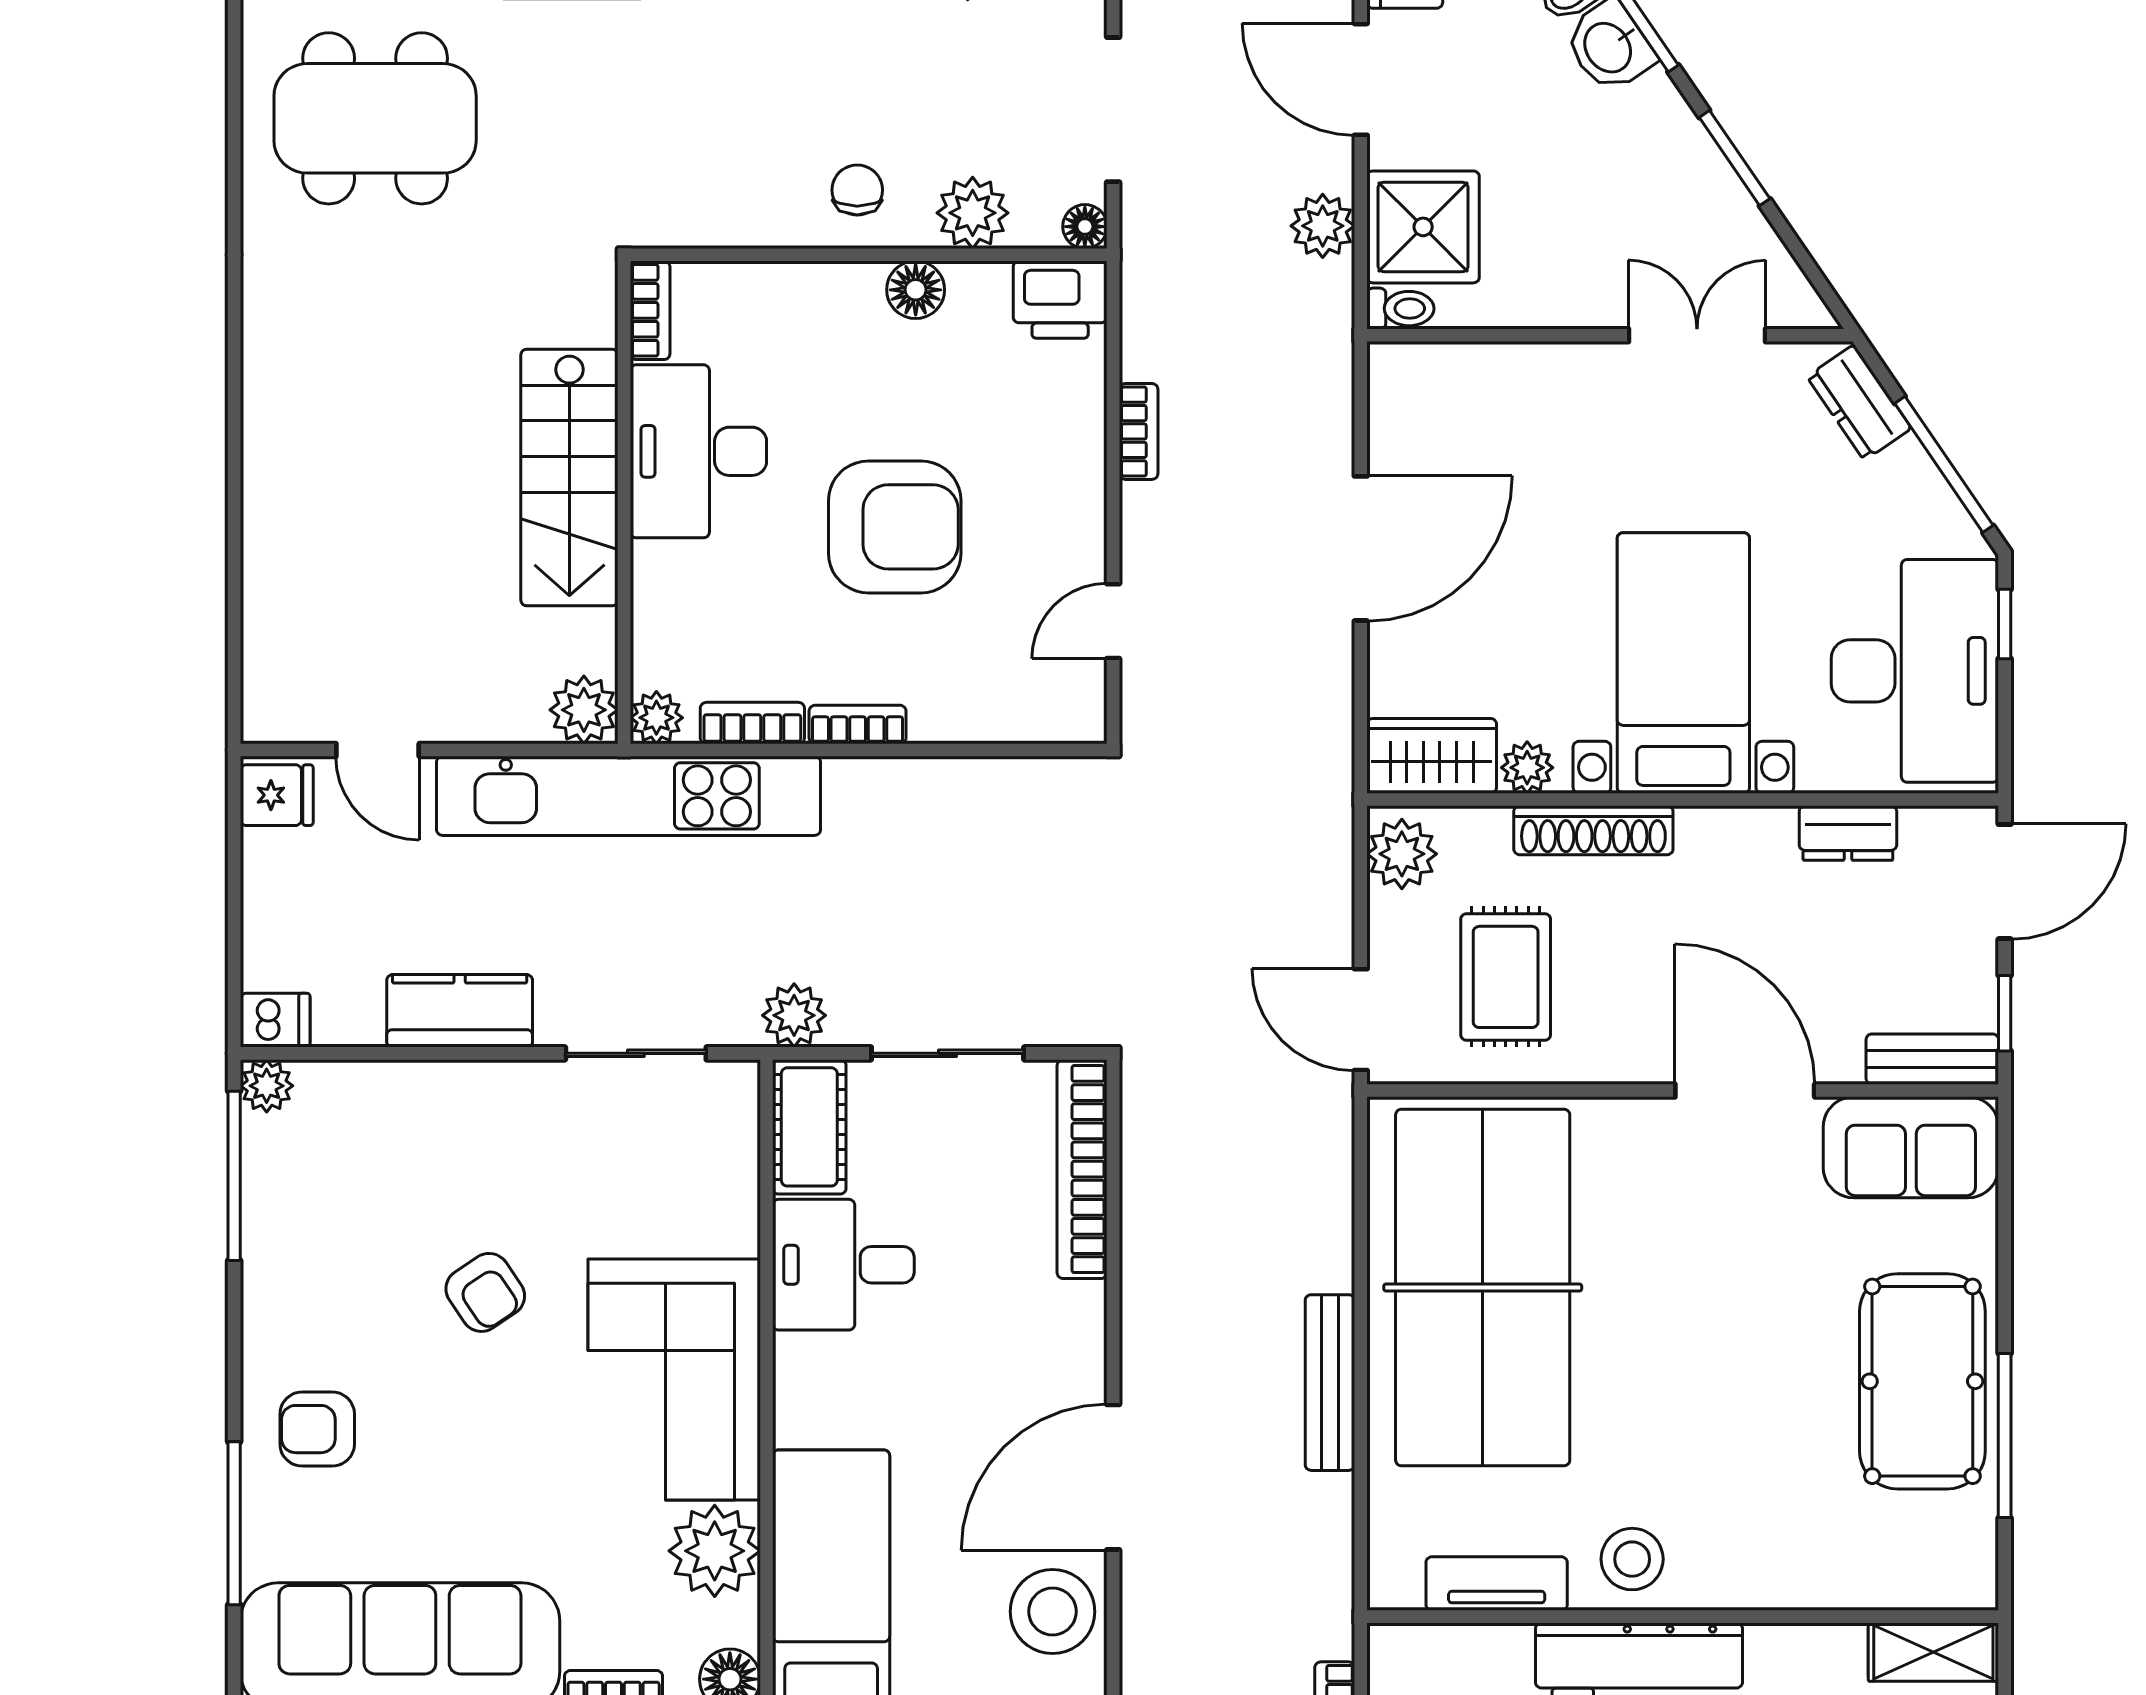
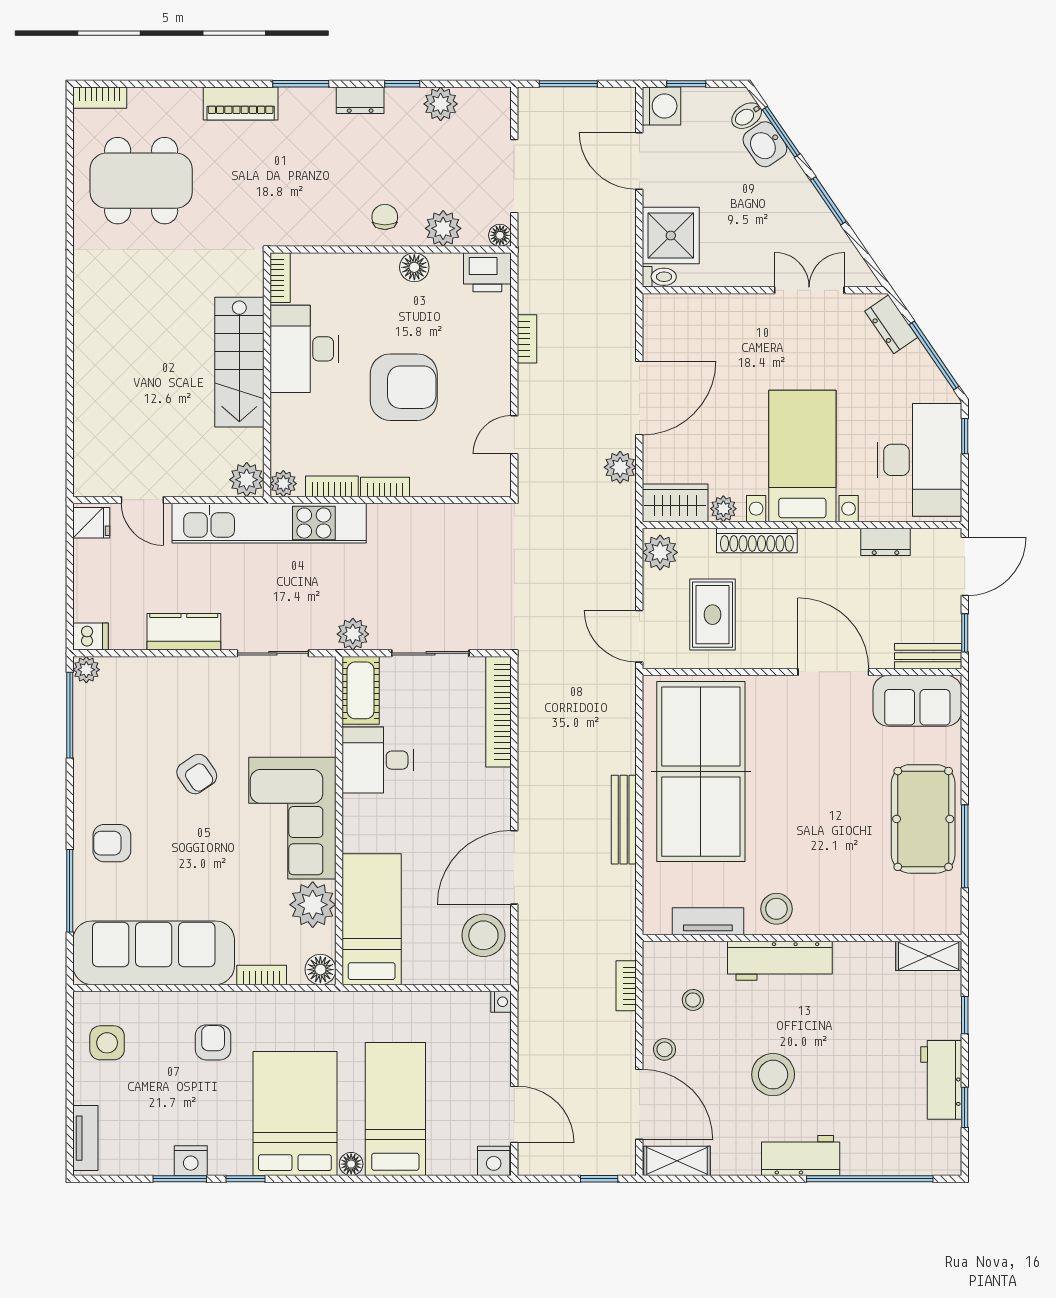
plant: (1323, 226) -> (620, 467), moved

